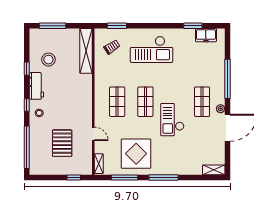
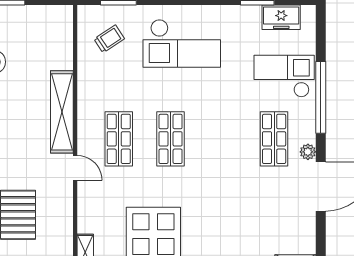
shelving: (86, 51) -> (62, 112), moved
checkout: (172, 120) -> (284, 76), moved, turned 90
door: (93, 134) -> (75, 168), moved

